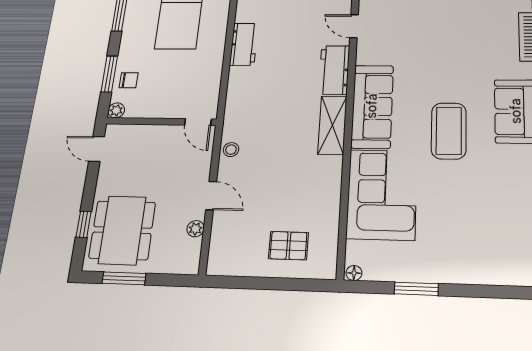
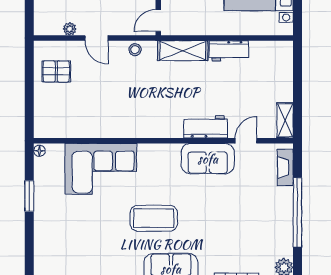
sofa: (372, 106) -> (208, 159), moved, width x0.73
shelving: (332, 125) -> (183, 51), moved
door: (211, 196) -> (96, 38), hinge flipped
pallet: (288, 246) -> (56, 71), moved, turned 90

